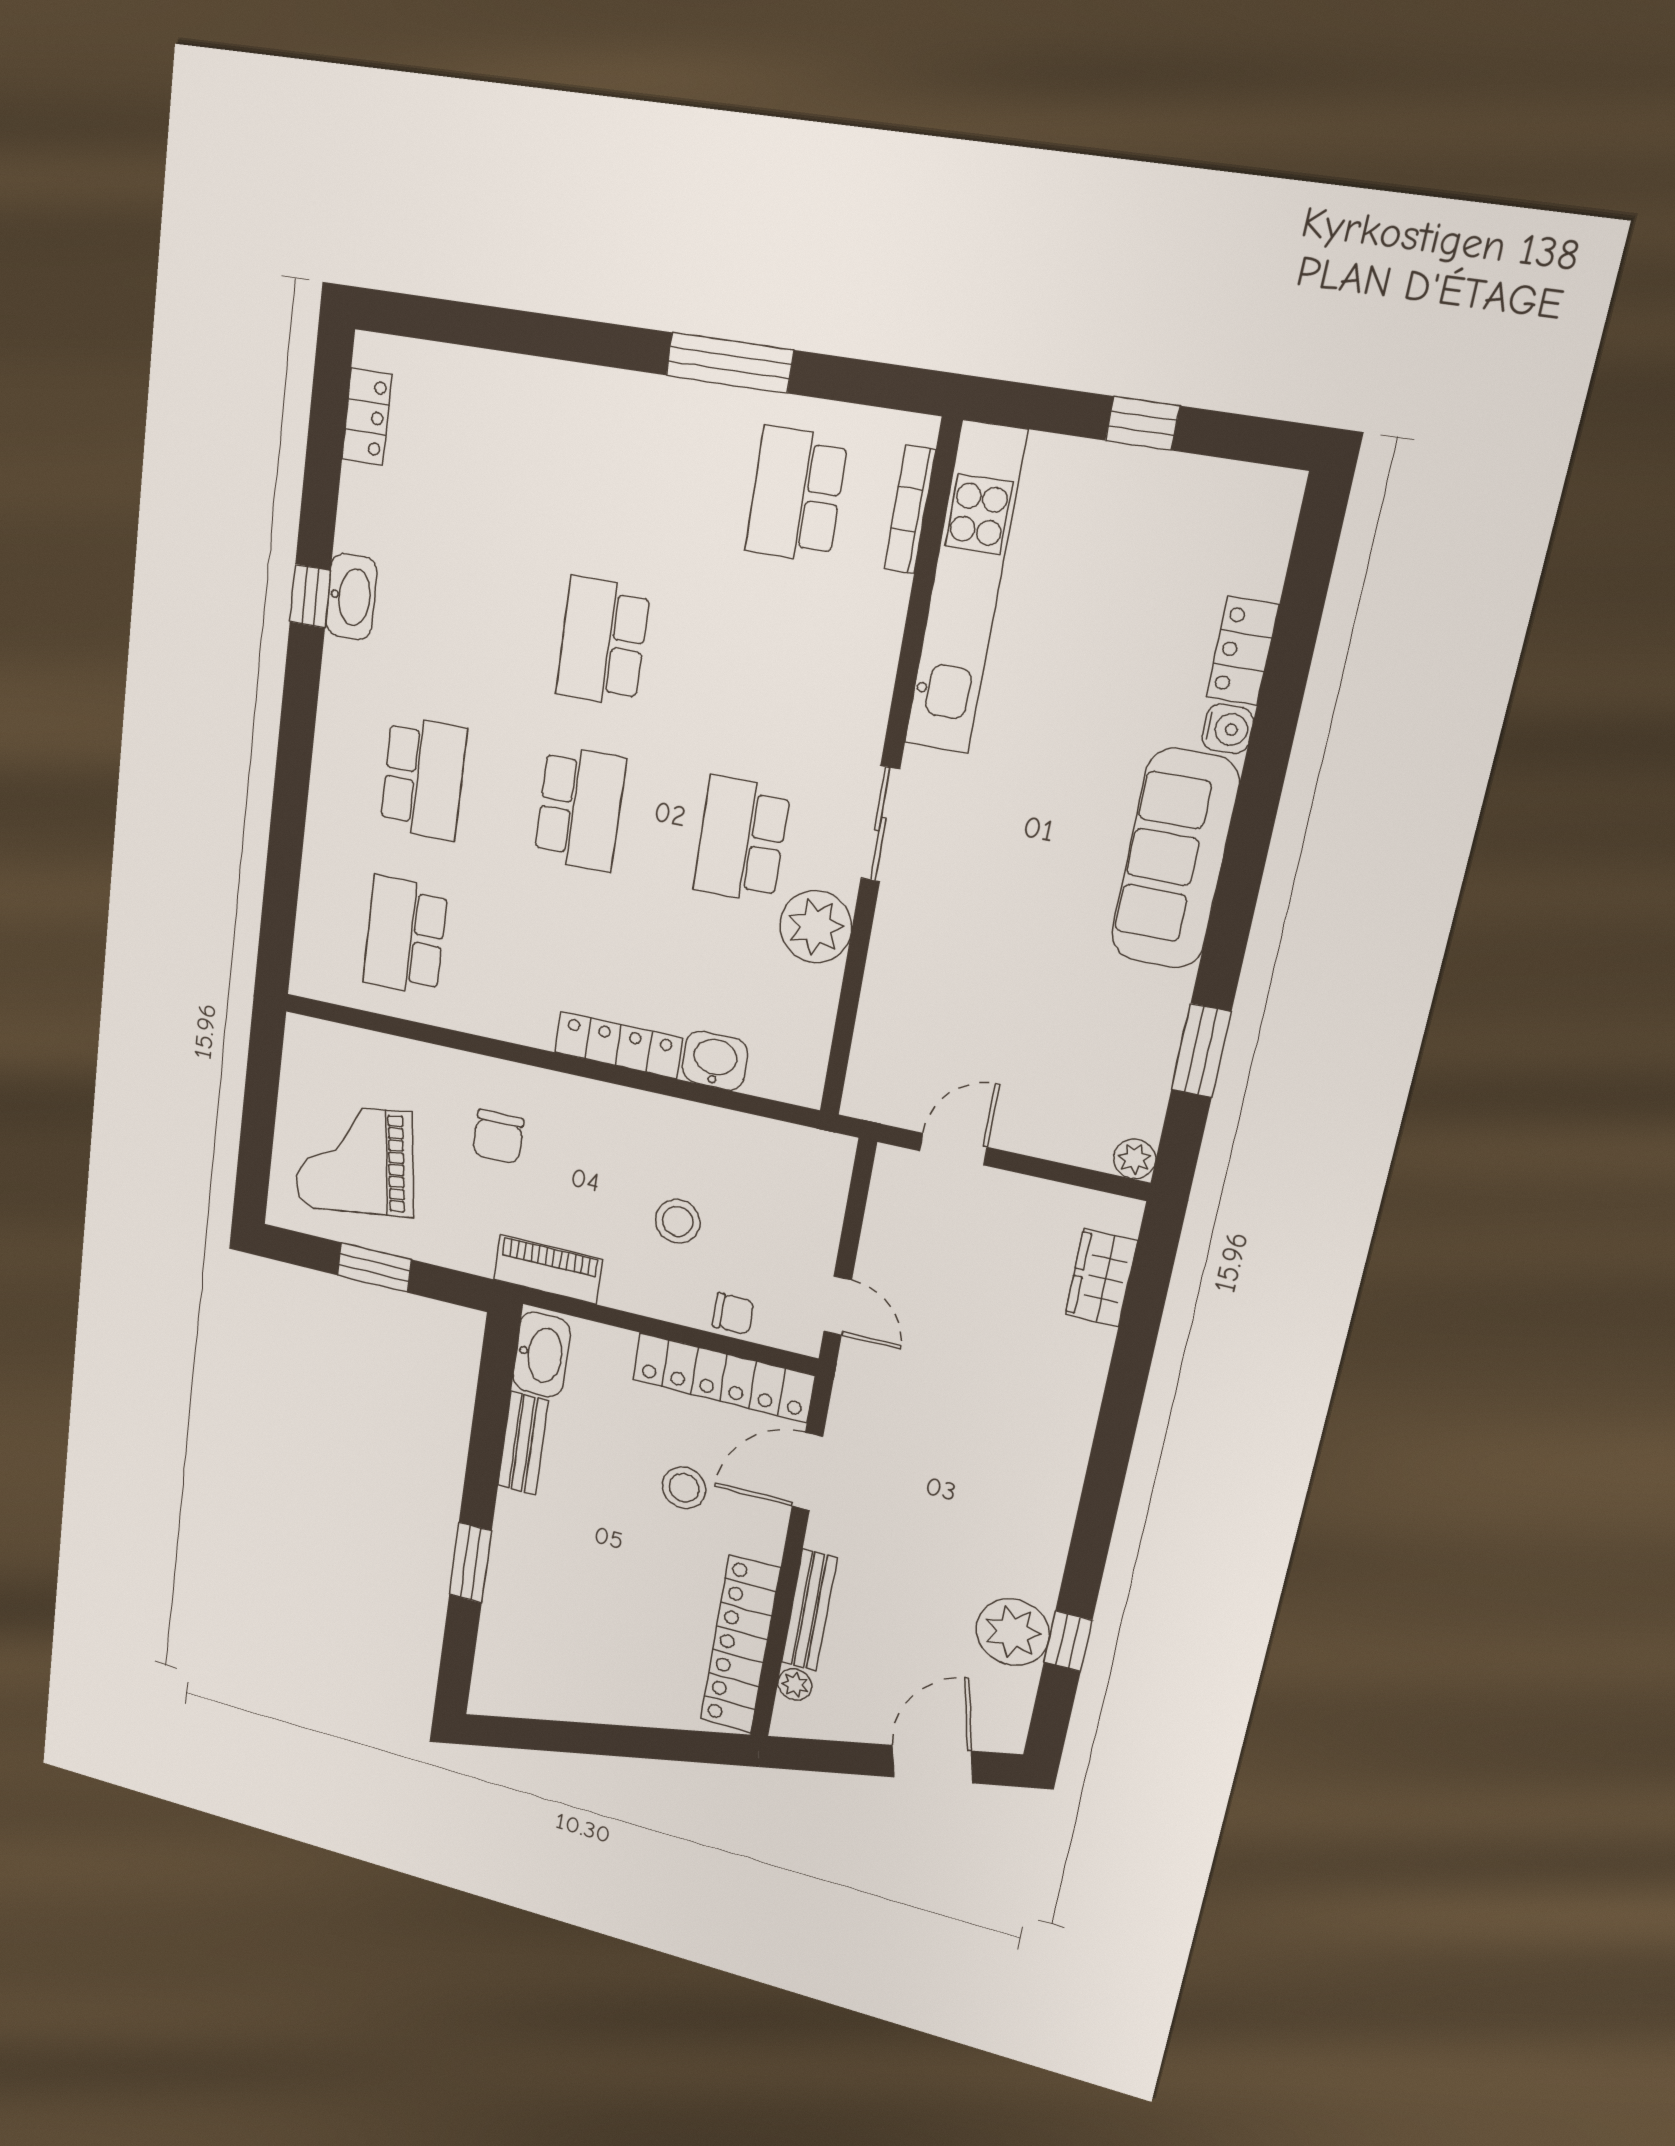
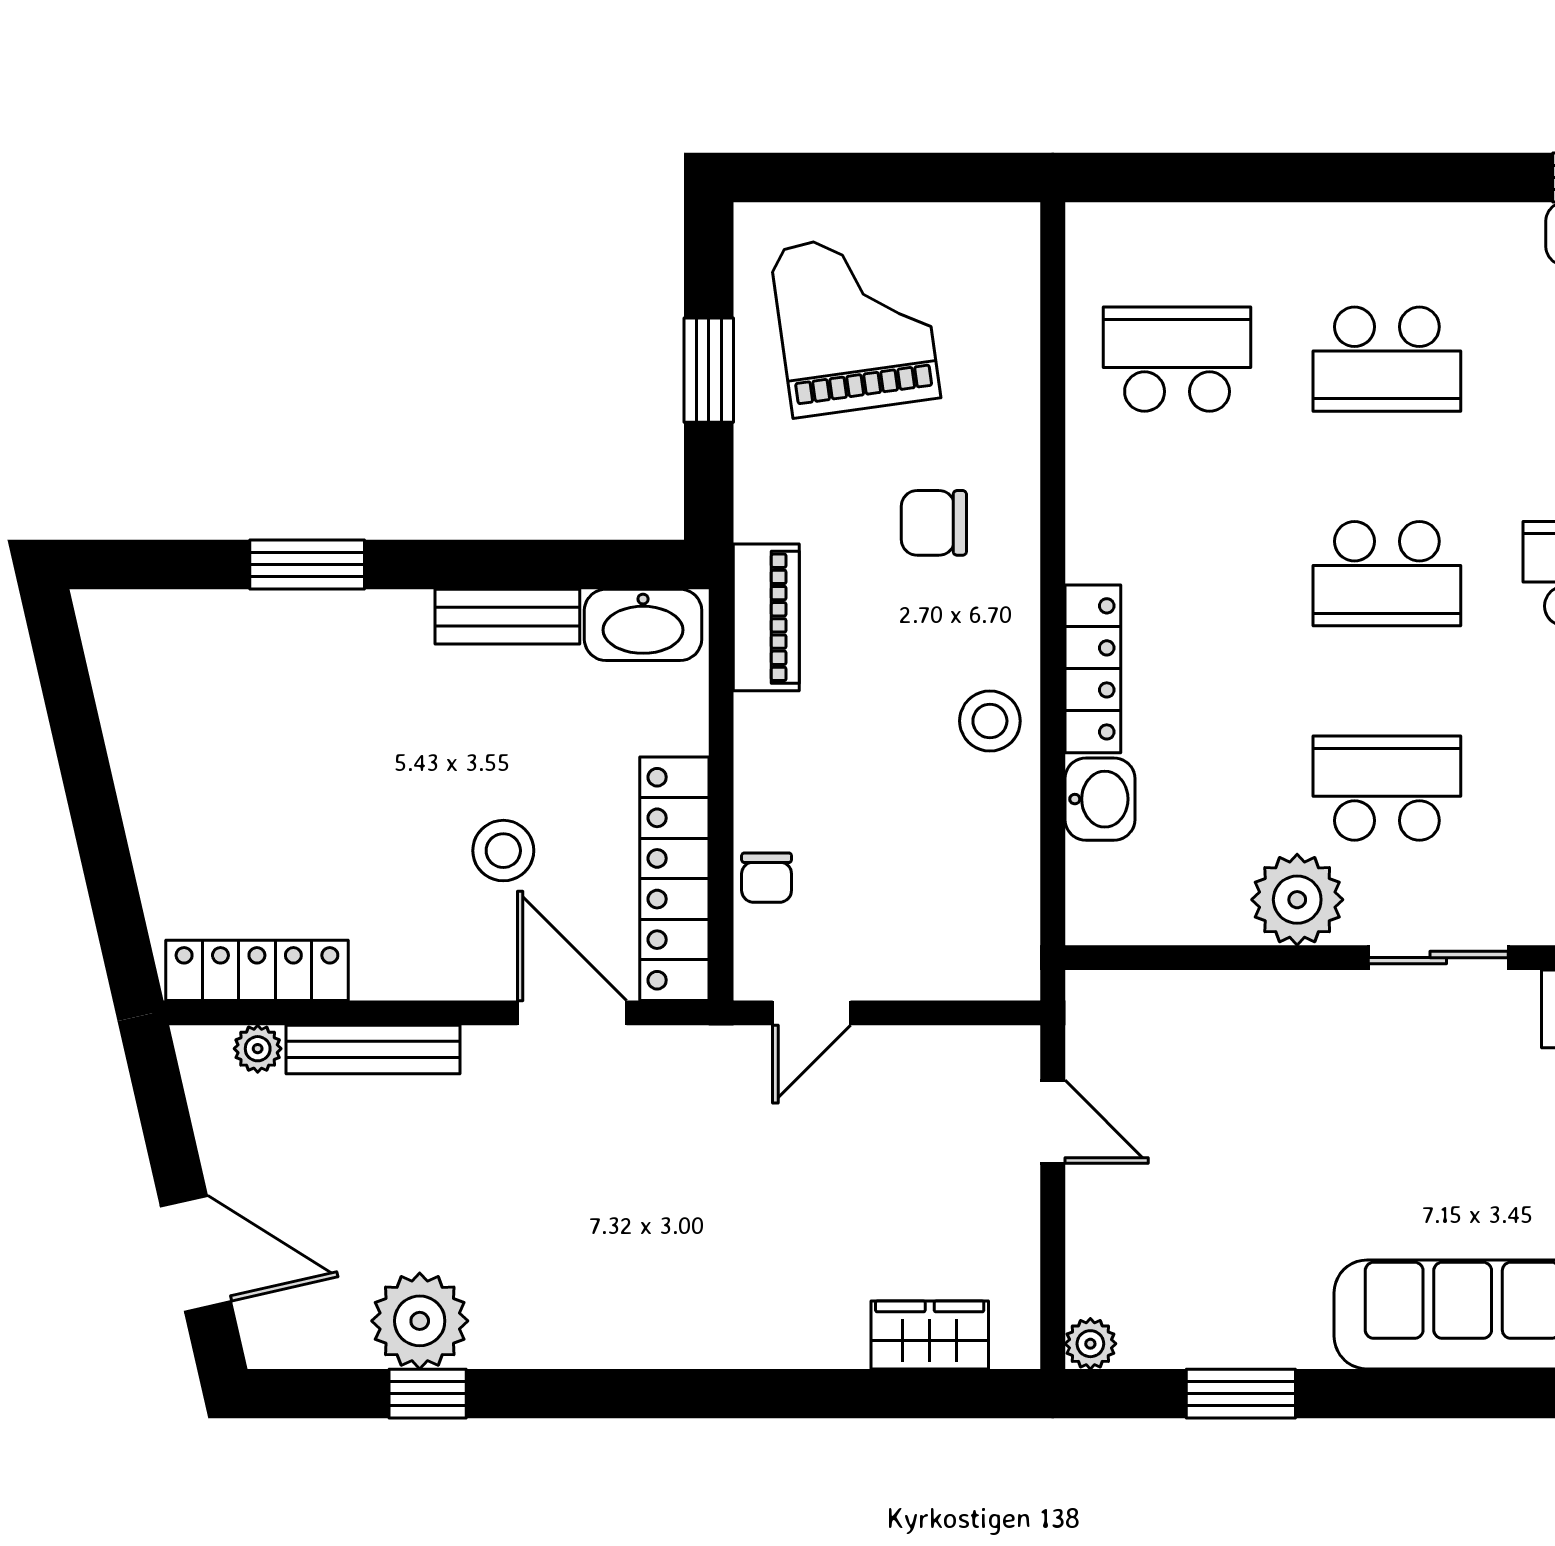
stool: (678, 1221) -> (990, 721), moved
locker: (740, 1645) -> (257, 970), width x0.71, depth x0.83

